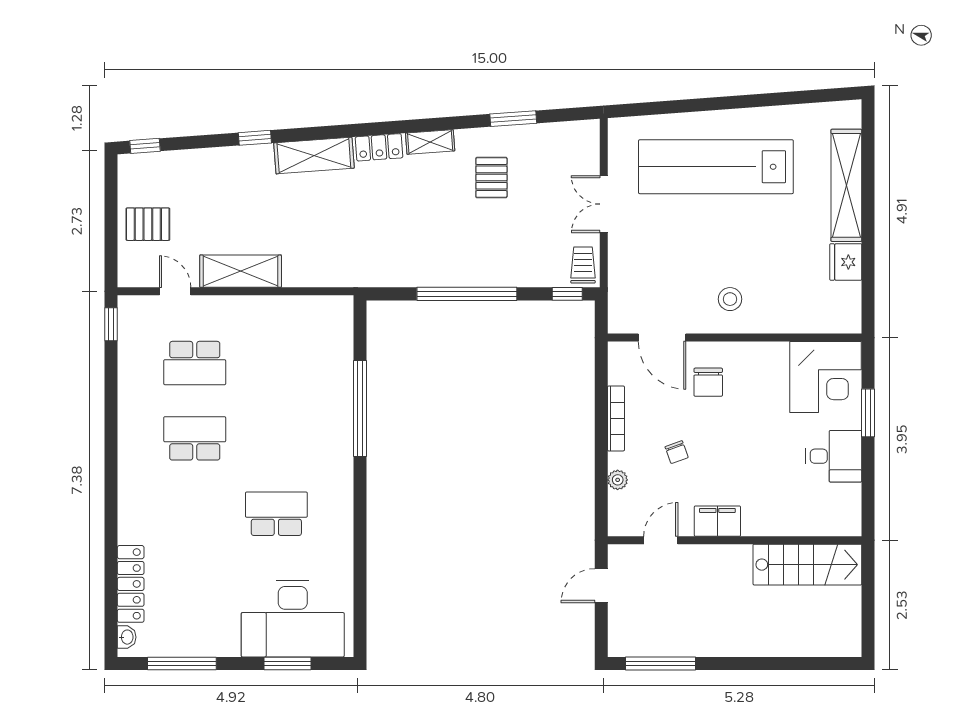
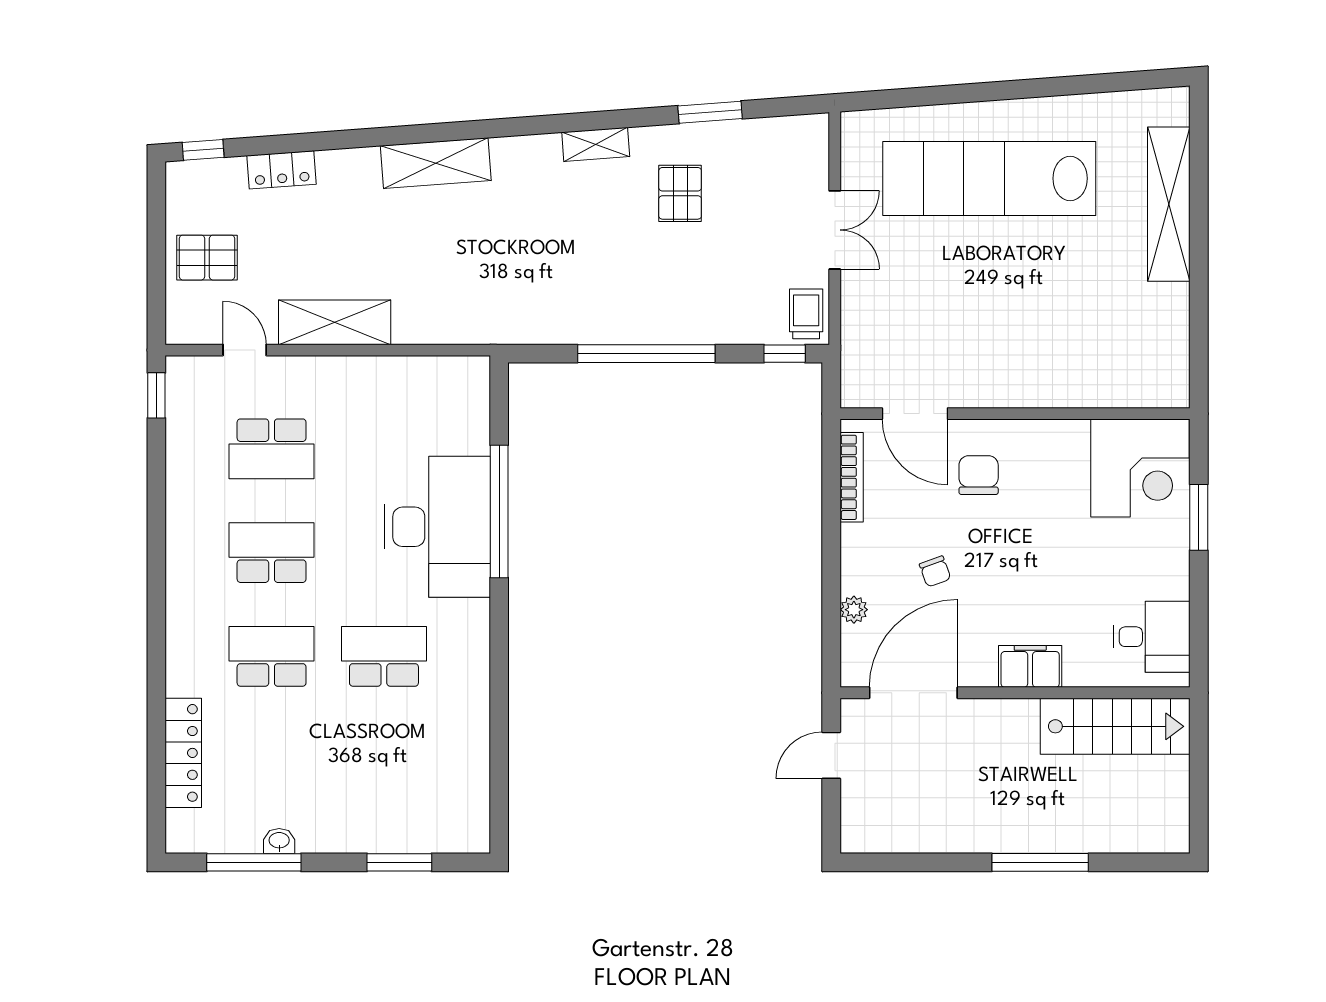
window: (255, 138) -> (354, 139), removed
locker: (379, 147) -> (282, 170), moved
double door: (604, 204) -> (835, 230), swing flipped
fridge: (846, 262) -> (1168, 310), removed
stool: (730, 299) -> (1009, 361), removed
chair: (708, 382) -> (979, 475), turned 180
bookcase: (616, 418) -> (852, 477), moved
desk: (834, 456) -> (1151, 637), moved
school desk: (195, 514) -> (272, 656), added
filing cabinet: (717, 521) -> (1030, 666), moved
door: (661, 540) -> (913, 693), width x1.87
desk: (293, 619) -> (437, 527), moved, turned -90
washbasin: (127, 637) -> (279, 841), moved, turned -90
window: (660, 663) -> (1040, 862), moved

